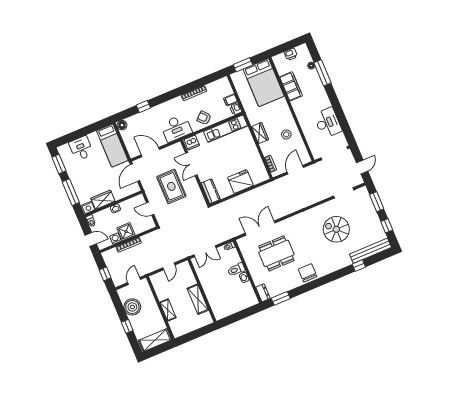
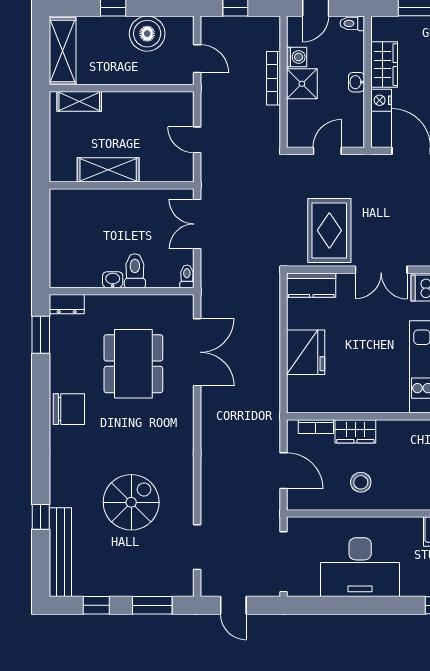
desk: (328, 123) -> (360, 567), width x1.36, depth x1.30
wardrobe: (260, 133) -> (355, 431), moved
double door: (191, 164) -> (381, 270), swing flipped
rug: (171, 186) -> (329, 230), moved, turned 90
nightstand: (88, 207) -> (381, 100), moved
shelving: (168, 310) -> (79, 101), moved

